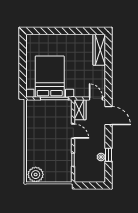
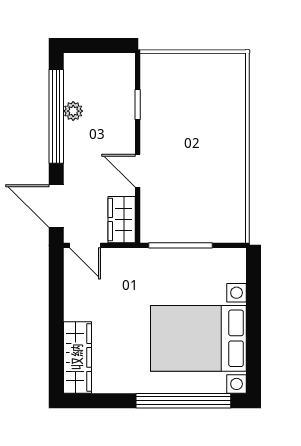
window: (53, 31) -> (183, 401), added
bed with nightstands: (50, 77) -> (198, 338), moved, turned 90
window: (108, 155) -> (56, 116), width x3.17
plant: (36, 175) -> (224, 71), removed

